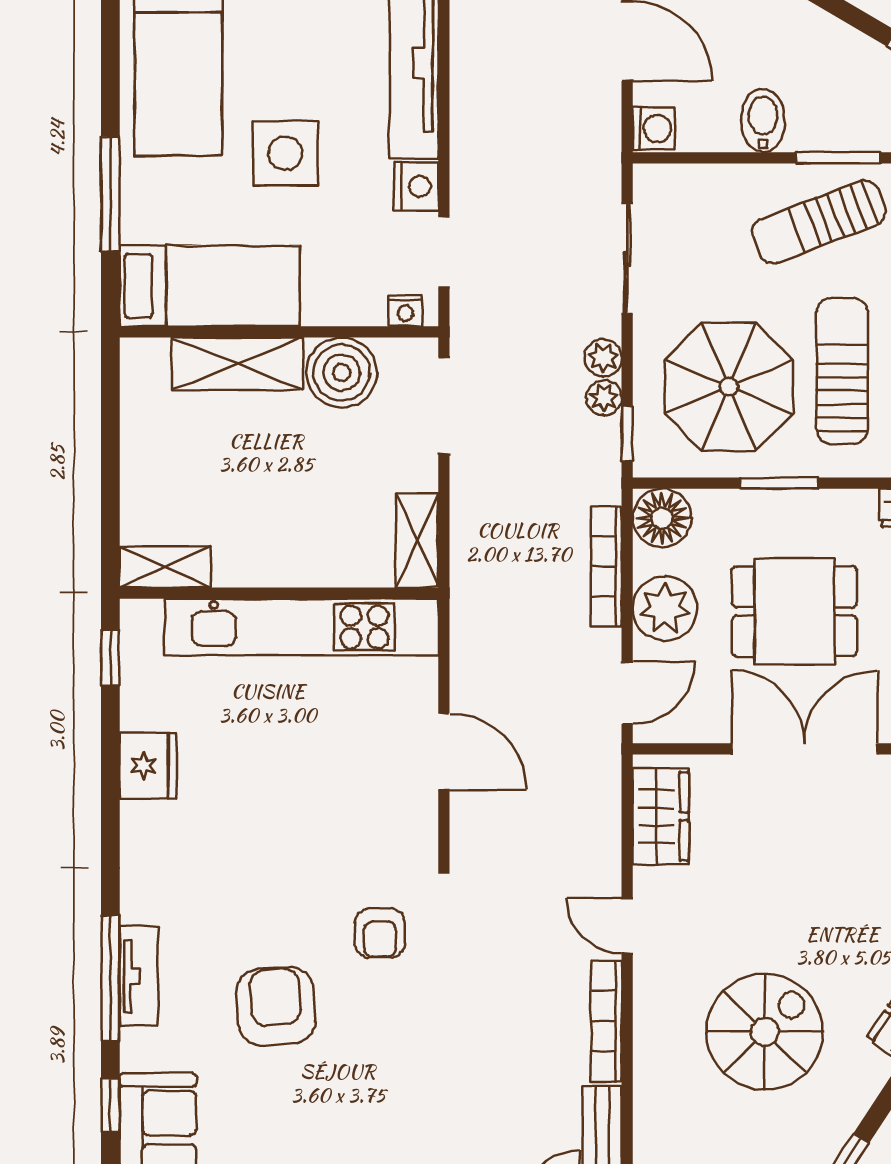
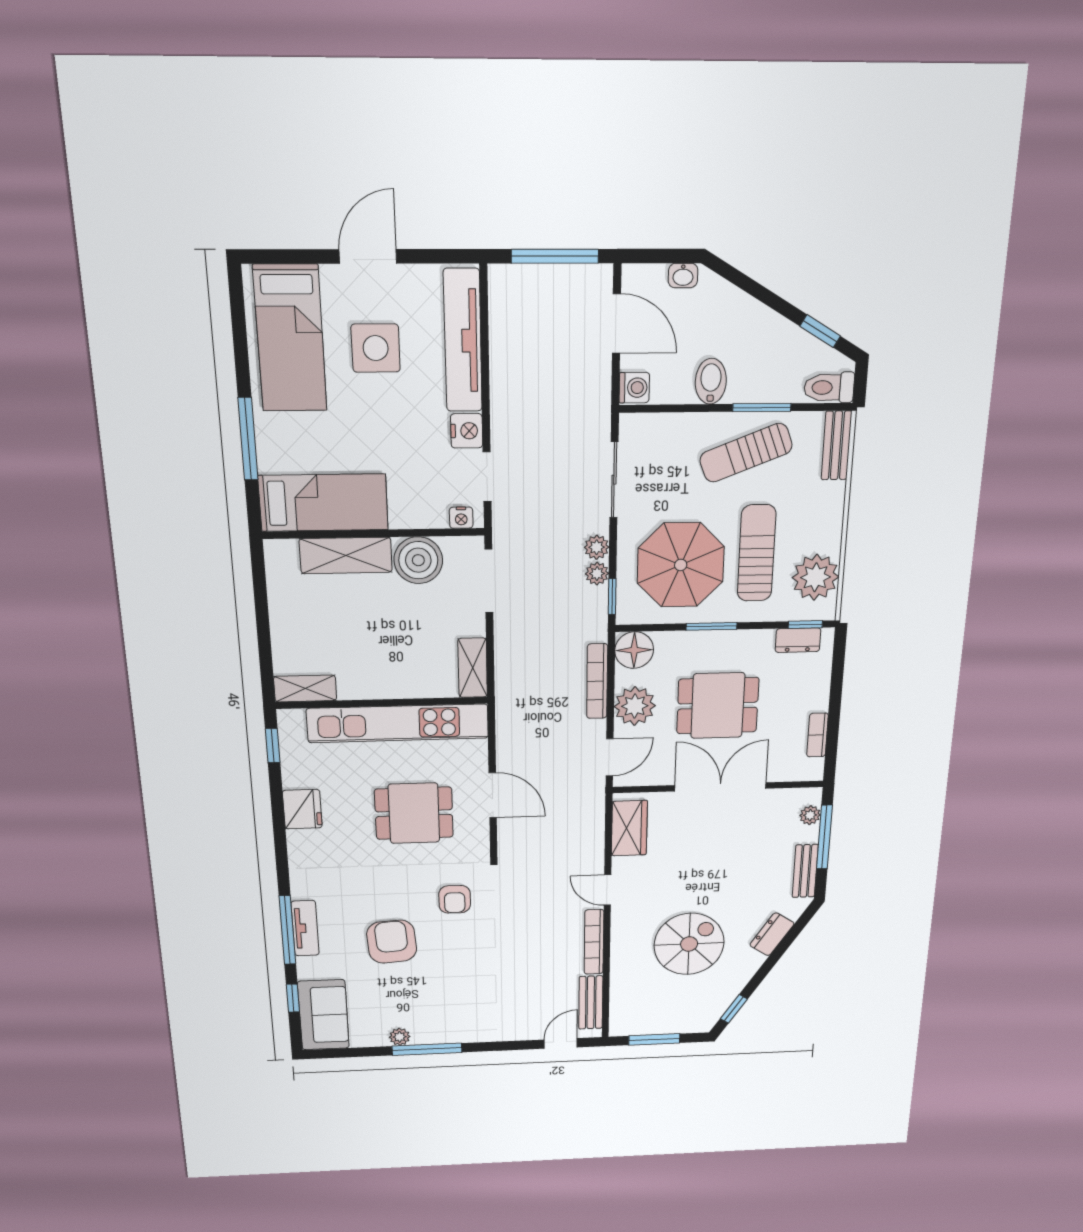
side table: (285, 153) -> (376, 348), moved
dining table: (320, 778) -> (414, 813), added

